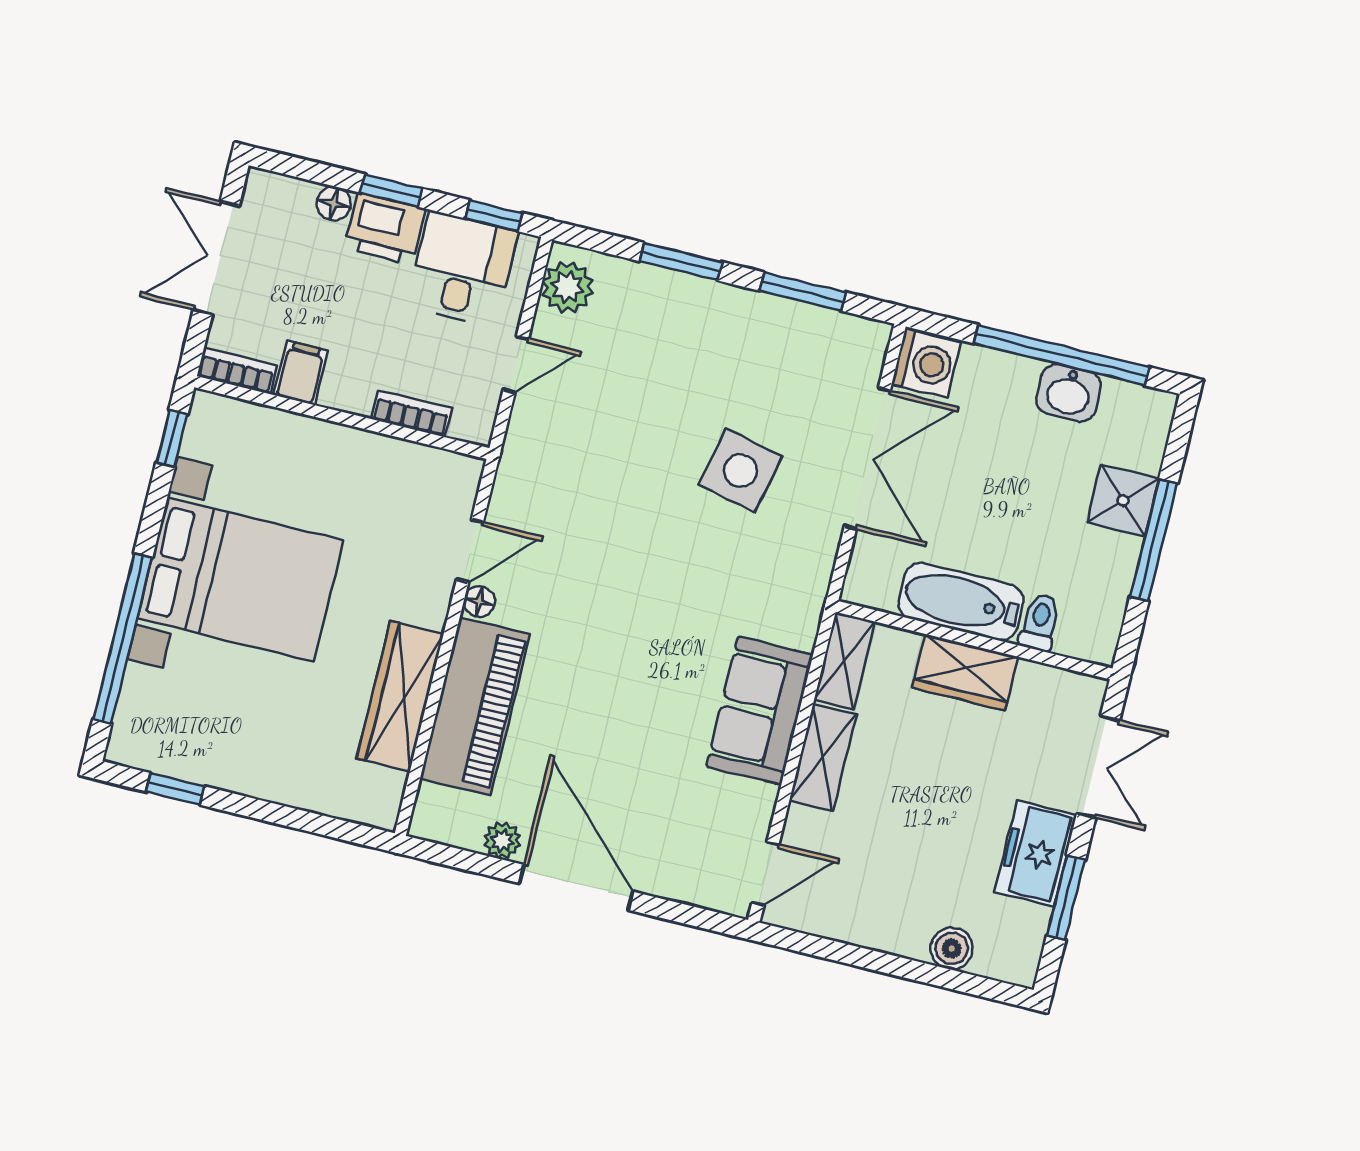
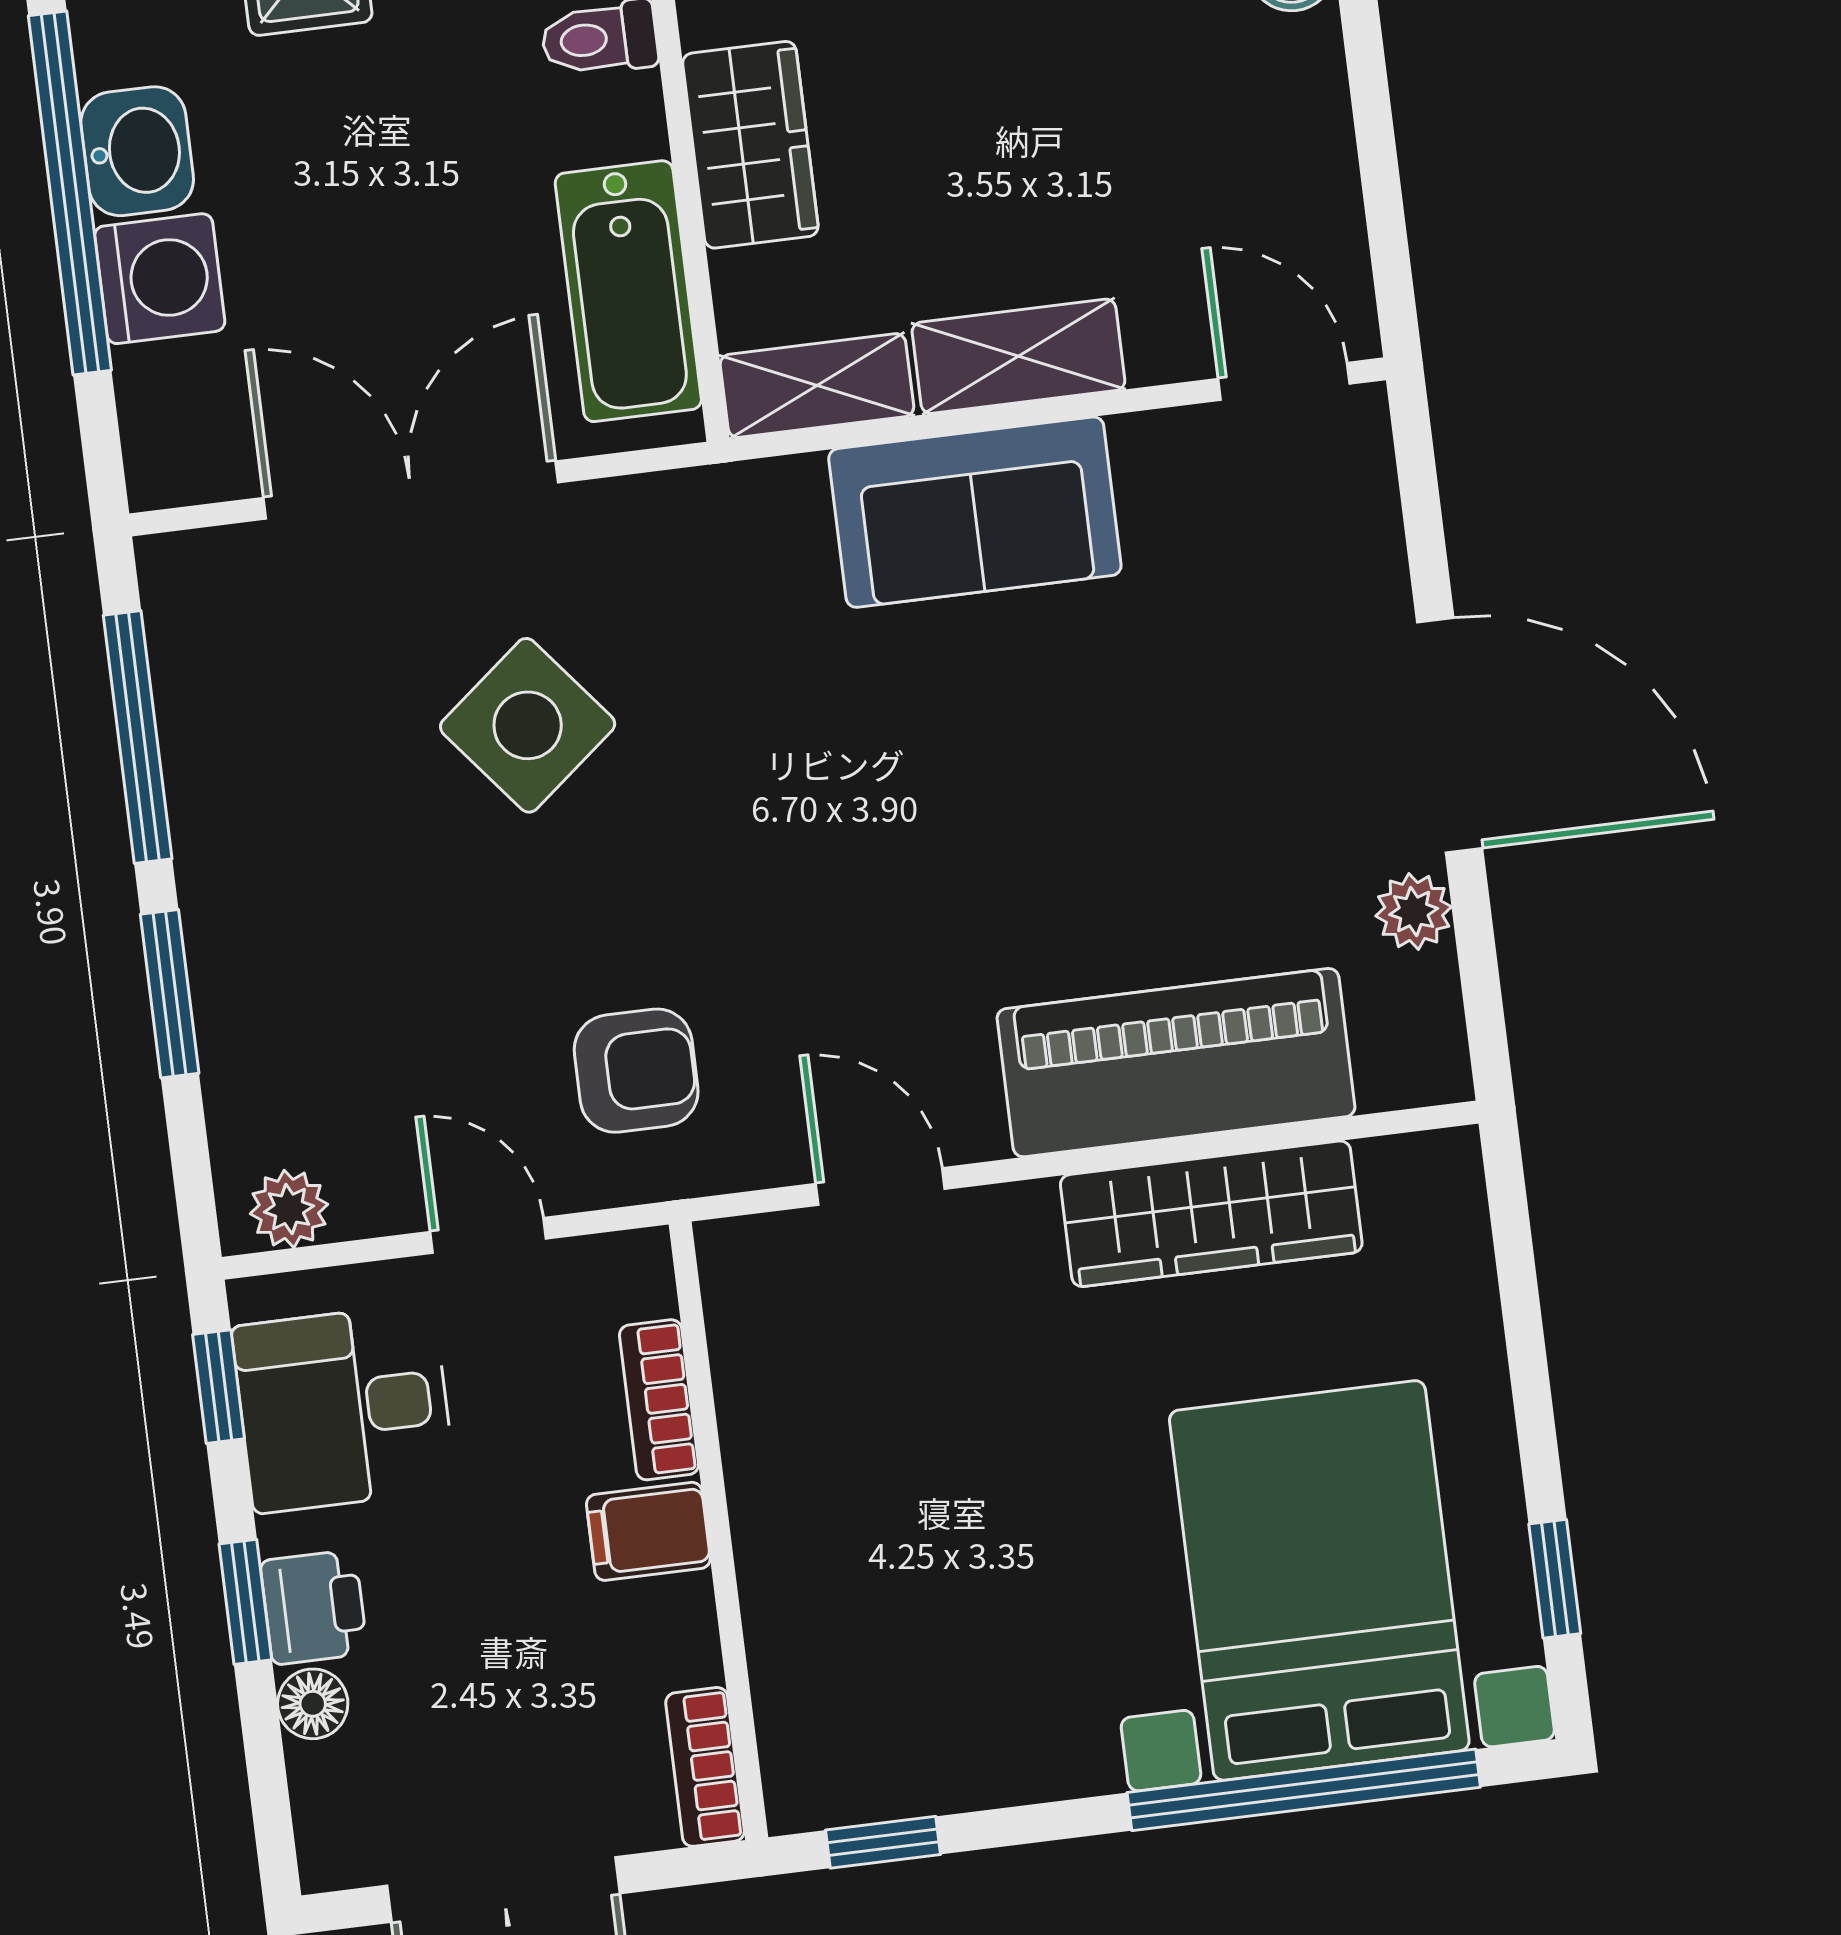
printer: (385, 228) -> (314, 1607), width x0.73, depth x0.81
plant: (567, 287) -> (289, 1209), width x0.73, depth x0.73
window: (803, 292) -> (138, 737), width x1.44
washing machine: (926, 363) -> (160, 279), moved, turned 90
filing cabinet: (301, 373) -> (648, 1531), moved
armchair: (565, 460) -> (636, 1071), added
side table: (740, 471) -> (528, 725), turned 38
bed with nightstands: (240, 579) -> (1319, 1580), moved
floor lamp: (479, 602) -> (971, 1131), removed
bathtub: (961, 602) -> (628, 291), moved
door: (576, 887) -> (1450, 735), swing flipped

